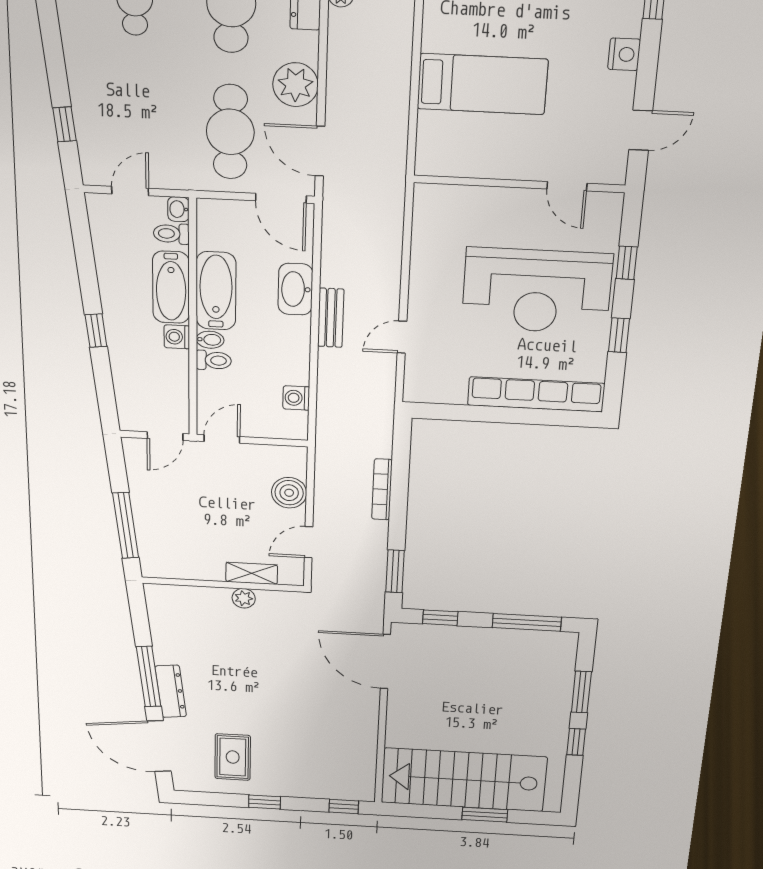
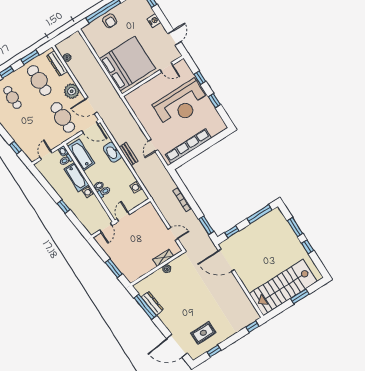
bed: (482, 84) -> (127, 64), width x2.04
bathtub: (216, 291) -> (81, 155), moved
row of seats: (536, 394) -> (188, 146), moved
boiler: (289, 493) -> (155, 221), removed
window: (126, 525) -> (114, 268), width x0.69
door: (309, 542) -> (173, 234), swing flipped
window: (149, 677) -> (145, 307), moved
dresser: (171, 691) -> (152, 303), moved
rug: (233, 757) -> (203, 333), turned 90
window: (265, 802) -> (214, 351), moved

